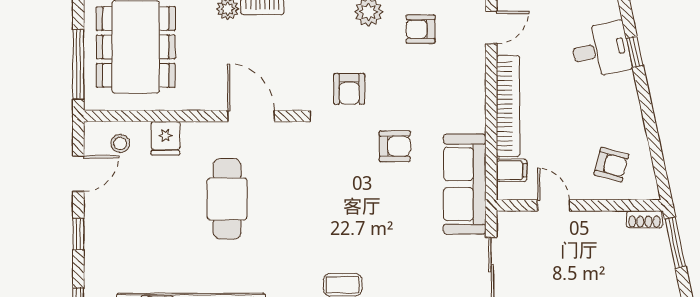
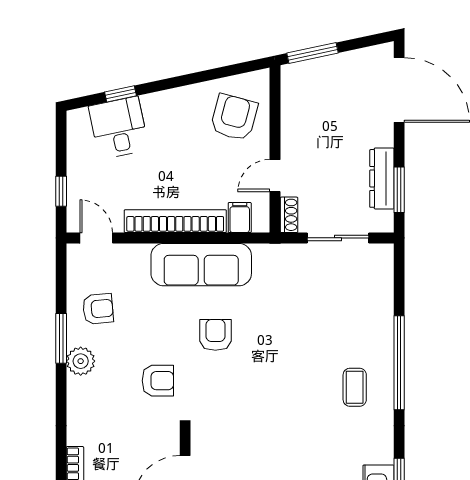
armchair: (421, 29) -> (98, 309), turned -95
armchair: (611, 165) -> (234, 117), width x1.38, depth x1.38
sofa: (465, 184) -> (201, 265), moved
shoe rack: (644, 219) -> (289, 215), moved

